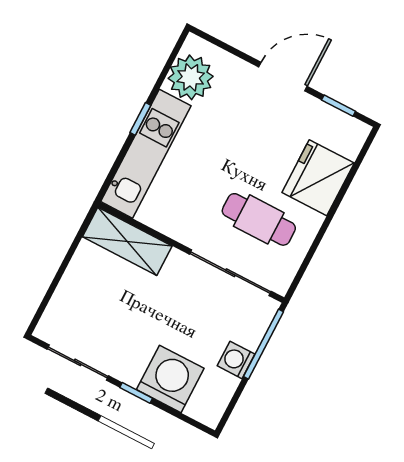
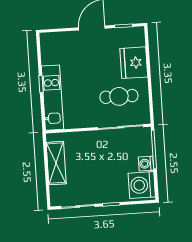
plant: (191, 77) -> (52, 53), removed
shelving: (127, 241) -> (56, 163), moved, turned 90
washing machine: (170, 379) -> (142, 185), moved, turned -90

